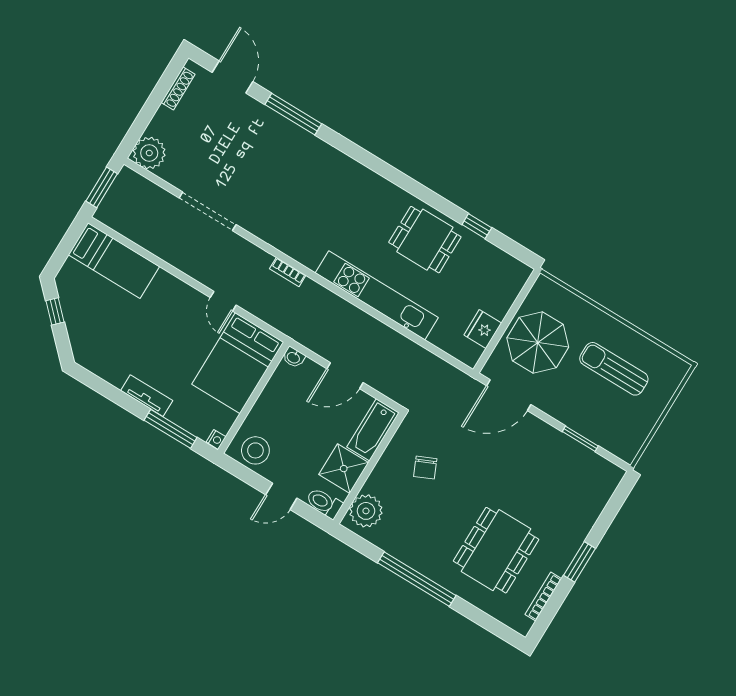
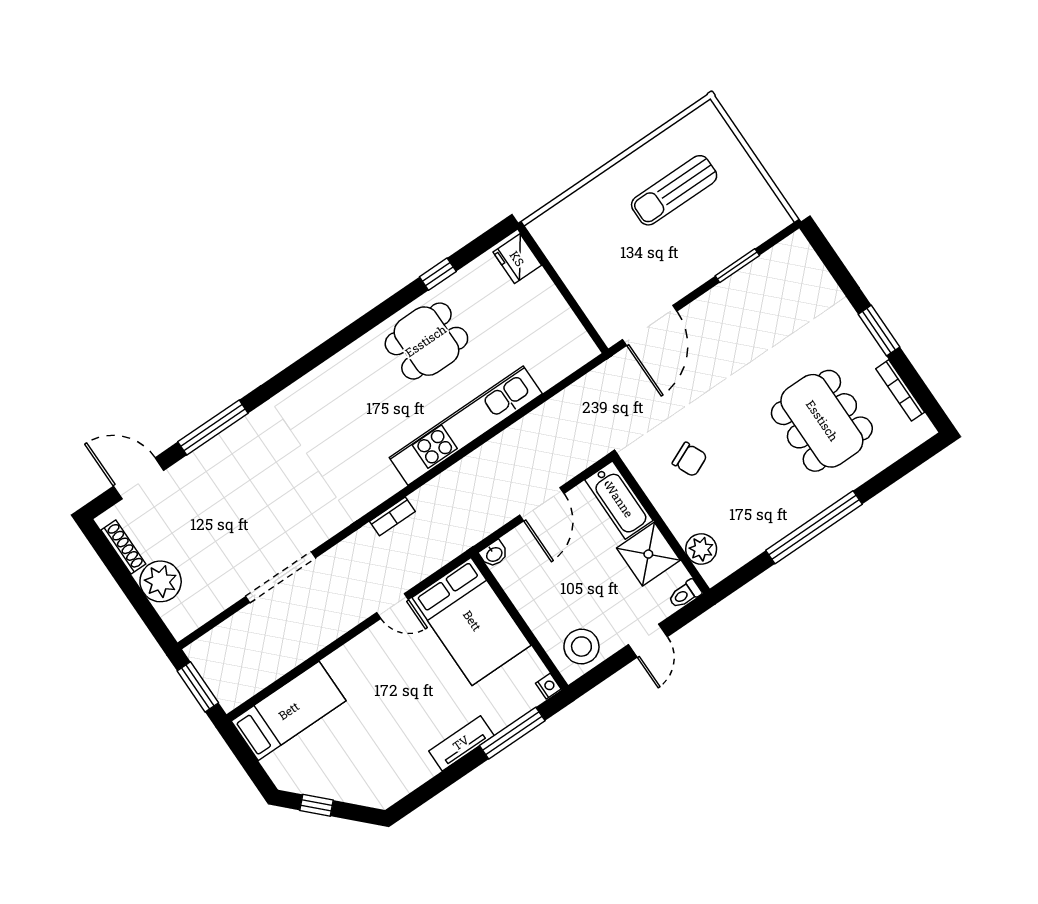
plant: (149, 153) -> (161, 581), moved
fridge: (483, 329) -> (517, 259), moved
parasol: (538, 343) -> (604, 264), removed
toilet: (324, 503) -> (685, 594), width x0.73, depth x0.72
plant: (366, 511) -> (701, 549), width x0.73, depth x0.73

